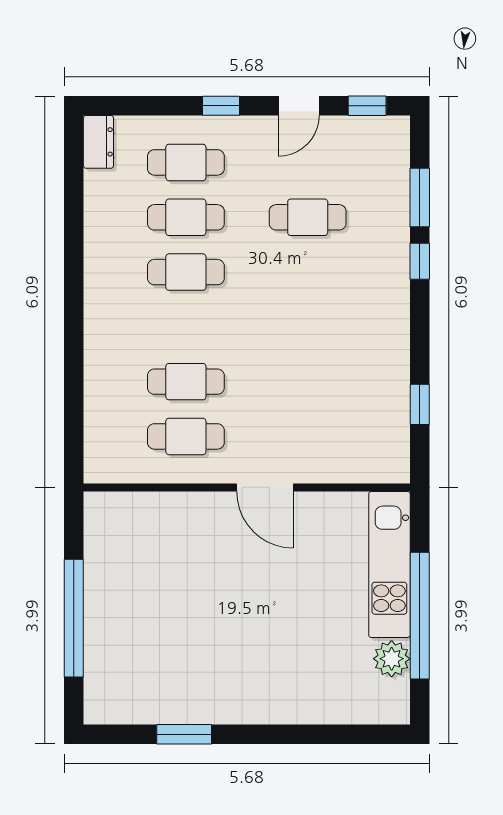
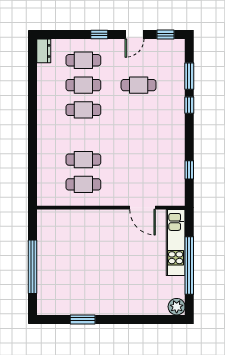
door: (265, 487) -> (142, 208), moved
plant: (392, 659) -> (177, 307), moved

